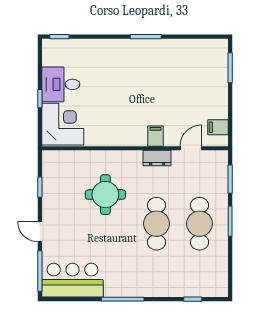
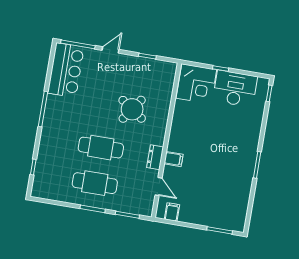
desk: (61, 84) -> (235, 89), width x1.37
round table: (105, 195) -> (132, 109), turned 35

